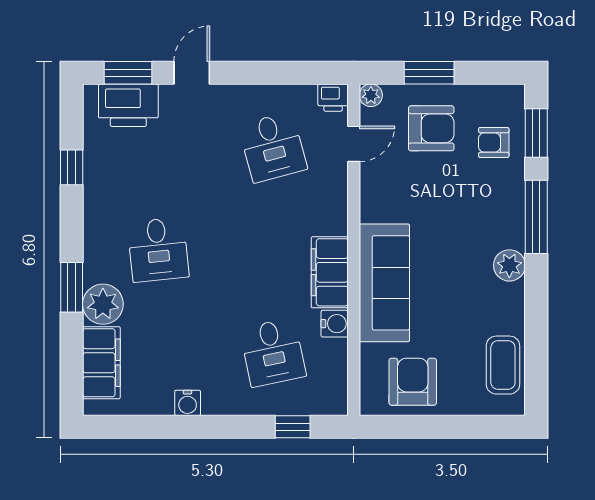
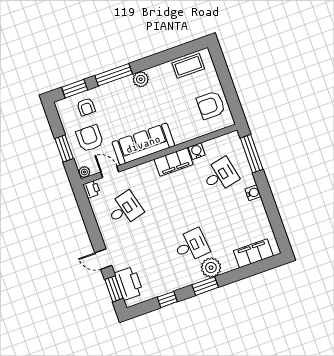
sofa: (384, 283) -> (143, 144), moved
window: (72, 287) -> (205, 286), moved
plant: (103, 304) -> (211, 268), moved
water cooler: (188, 403) -> (253, 193), moved
window: (293, 427) -> (252, 154), width x2.17

